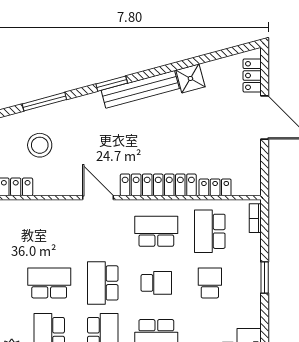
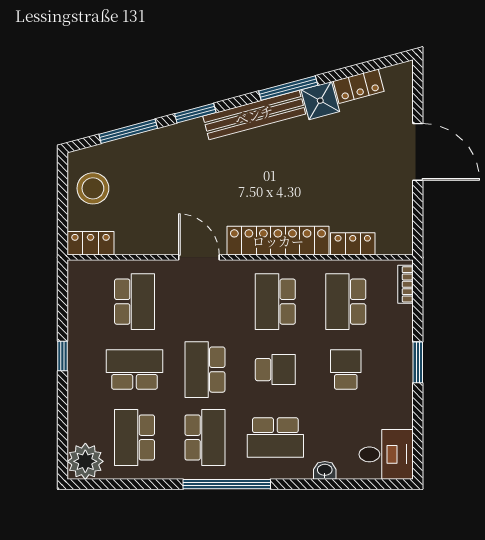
window: (166, 69) -> (288, 88), added
locker: (252, 76) -> (359, 86), moved, turned -105
window: (112, 84) -> (195, 113), moved
stool: (40, 145) -> (93, 188), moved
school desk: (49, 231) -> (135, 302), added
school desk: (156, 231) -> (275, 302), turned -90

